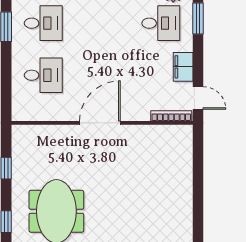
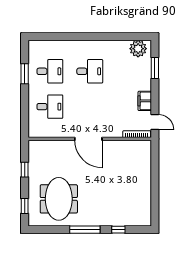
desk: (161, 23) -> (90, 71), moved
door: (100, 123) -> (88, 139), swing flipped

